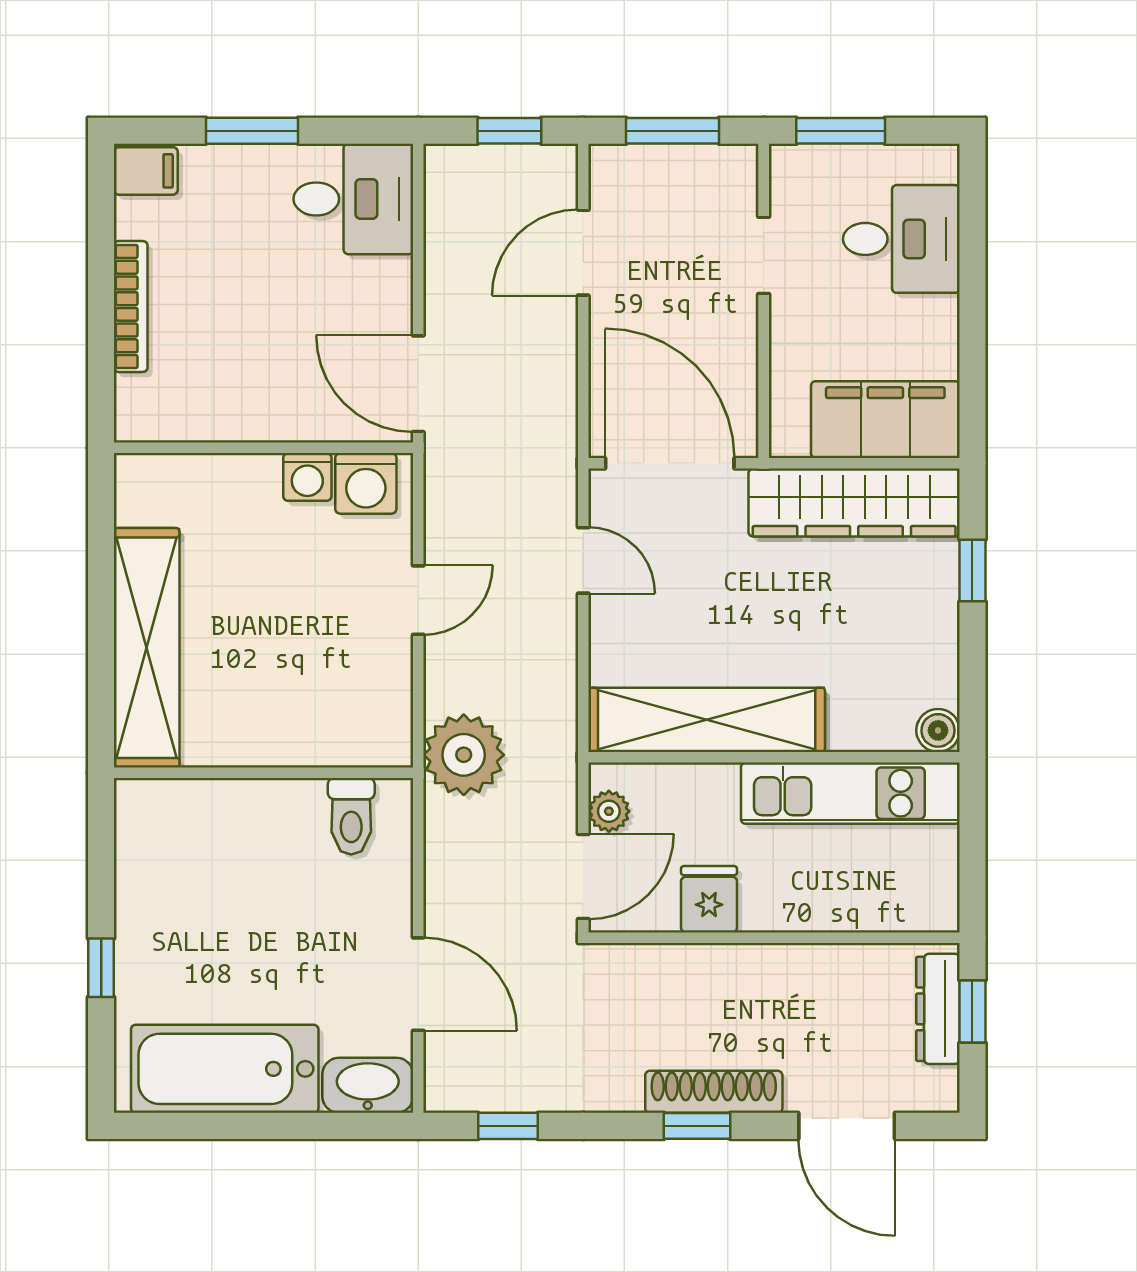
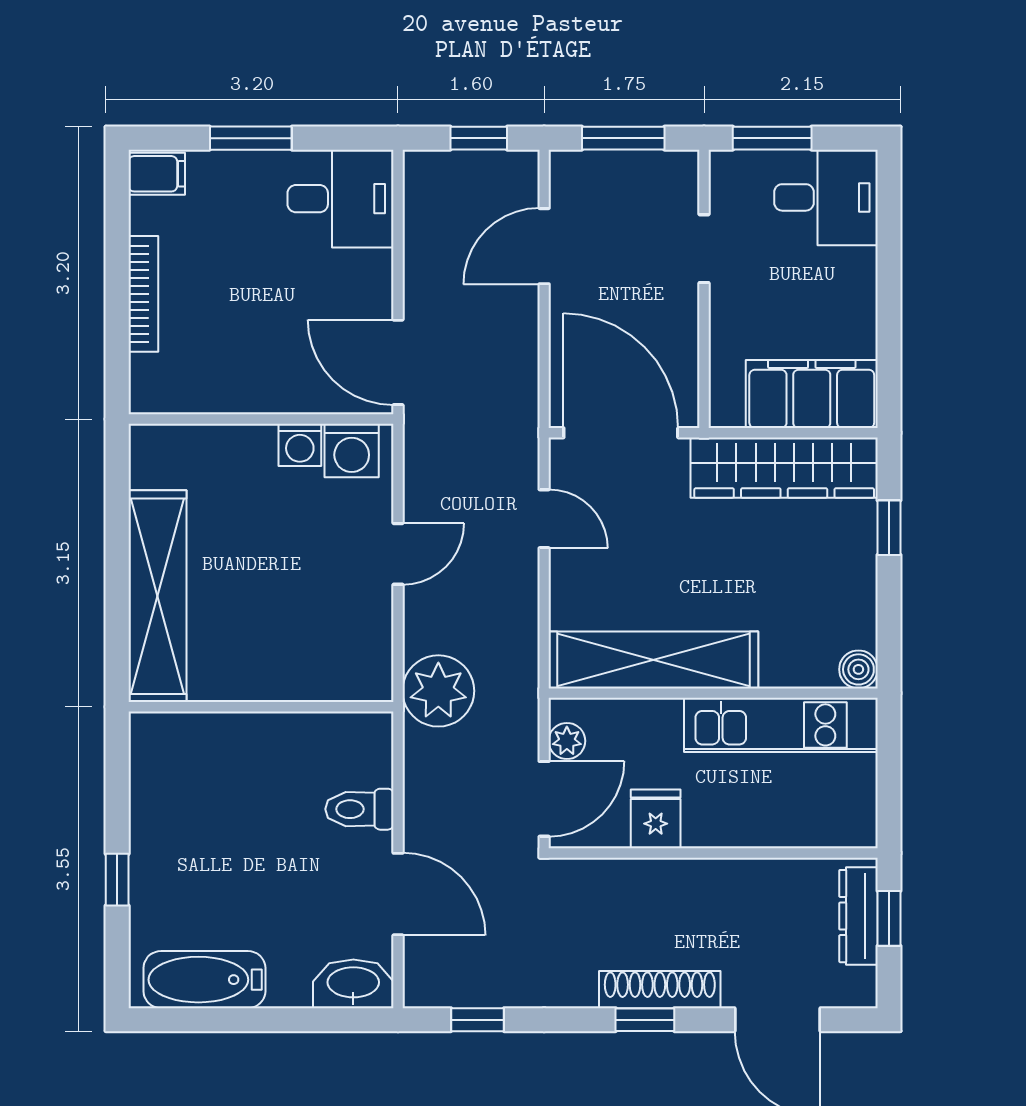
desk: (901, 239) -> (826, 197), moved
toilet: (351, 816) -> (359, 809), moved, turned 90
bathtub: (225, 1069) -> (204, 980), width x0.73, depth x0.73

